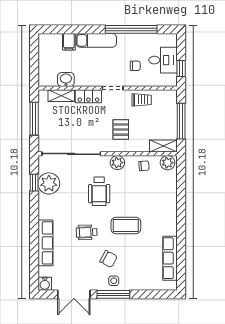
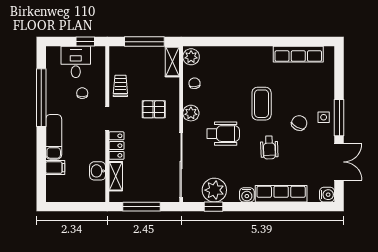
water cooler: (45, 212) -> (247, 195), added

